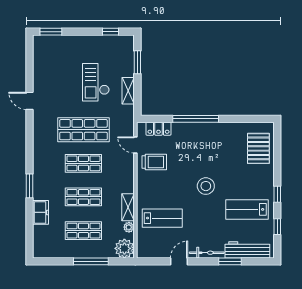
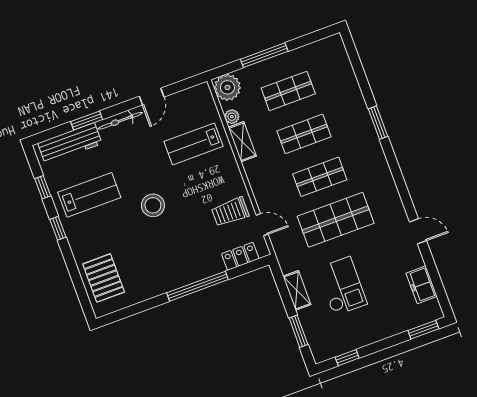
freezer: (41, 212) -> (422, 285), moved

